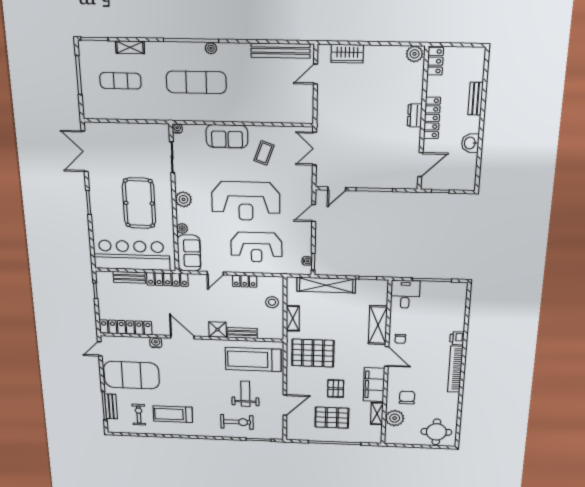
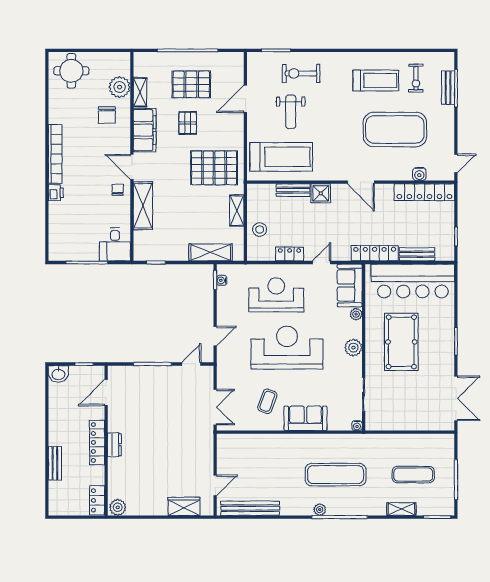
washbasin: (470, 143) -> (58, 374), moved, turned 90
shelving: (326, 285) -> (211, 252), width x0.68
water cooler: (156, 343) -> (419, 174), moved
exercise mat: (132, 375) -> (395, 130), moved

